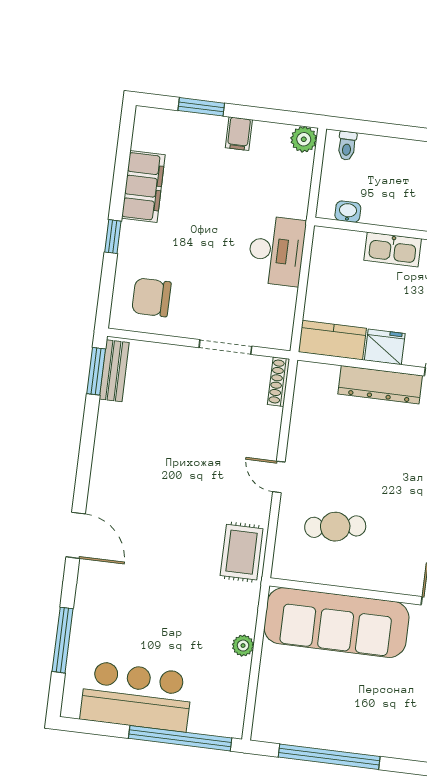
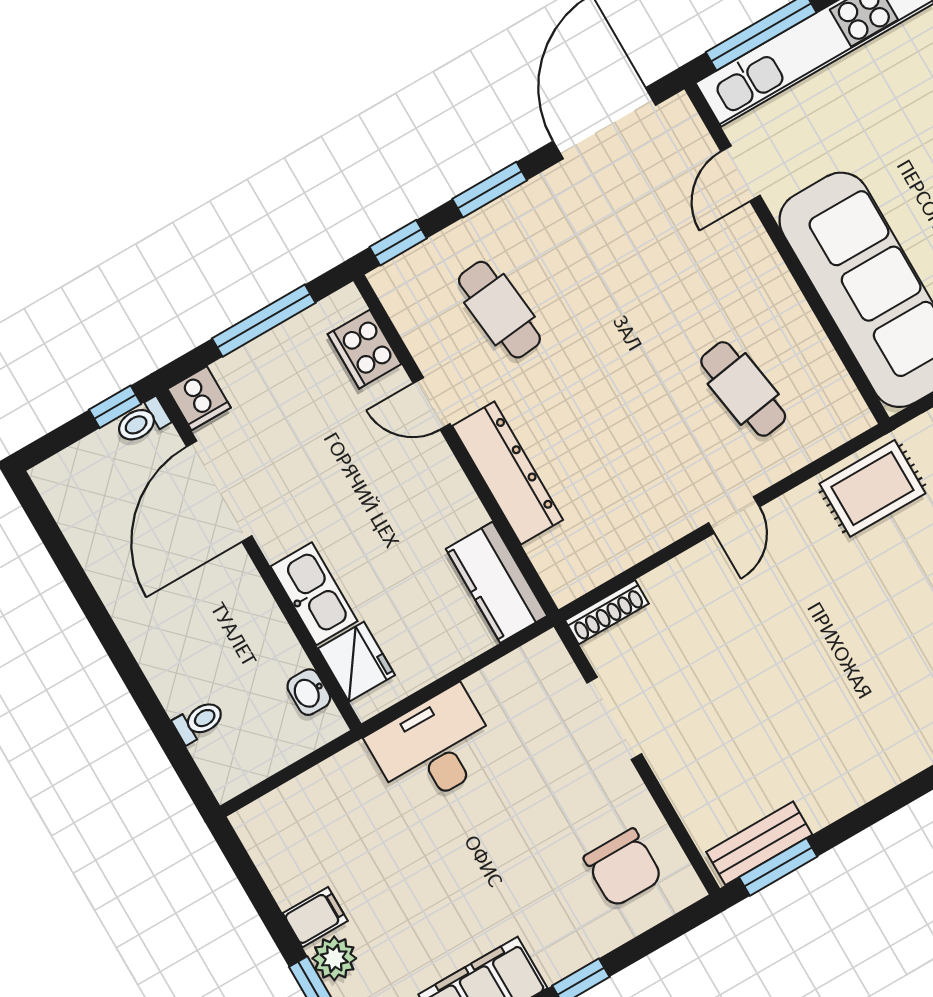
plant: (304, 139) -> (334, 958), moved
toilet: (347, 146) -> (199, 721), moved
fridge: (385, 347) -> (356, 662), moved, turned 180

